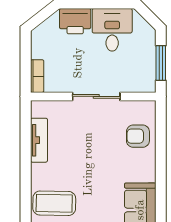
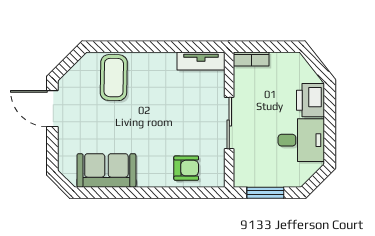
armchair: (138, 136) -> (186, 168), turned 90
tv unit: (39, 140) -> (201, 61), moved

